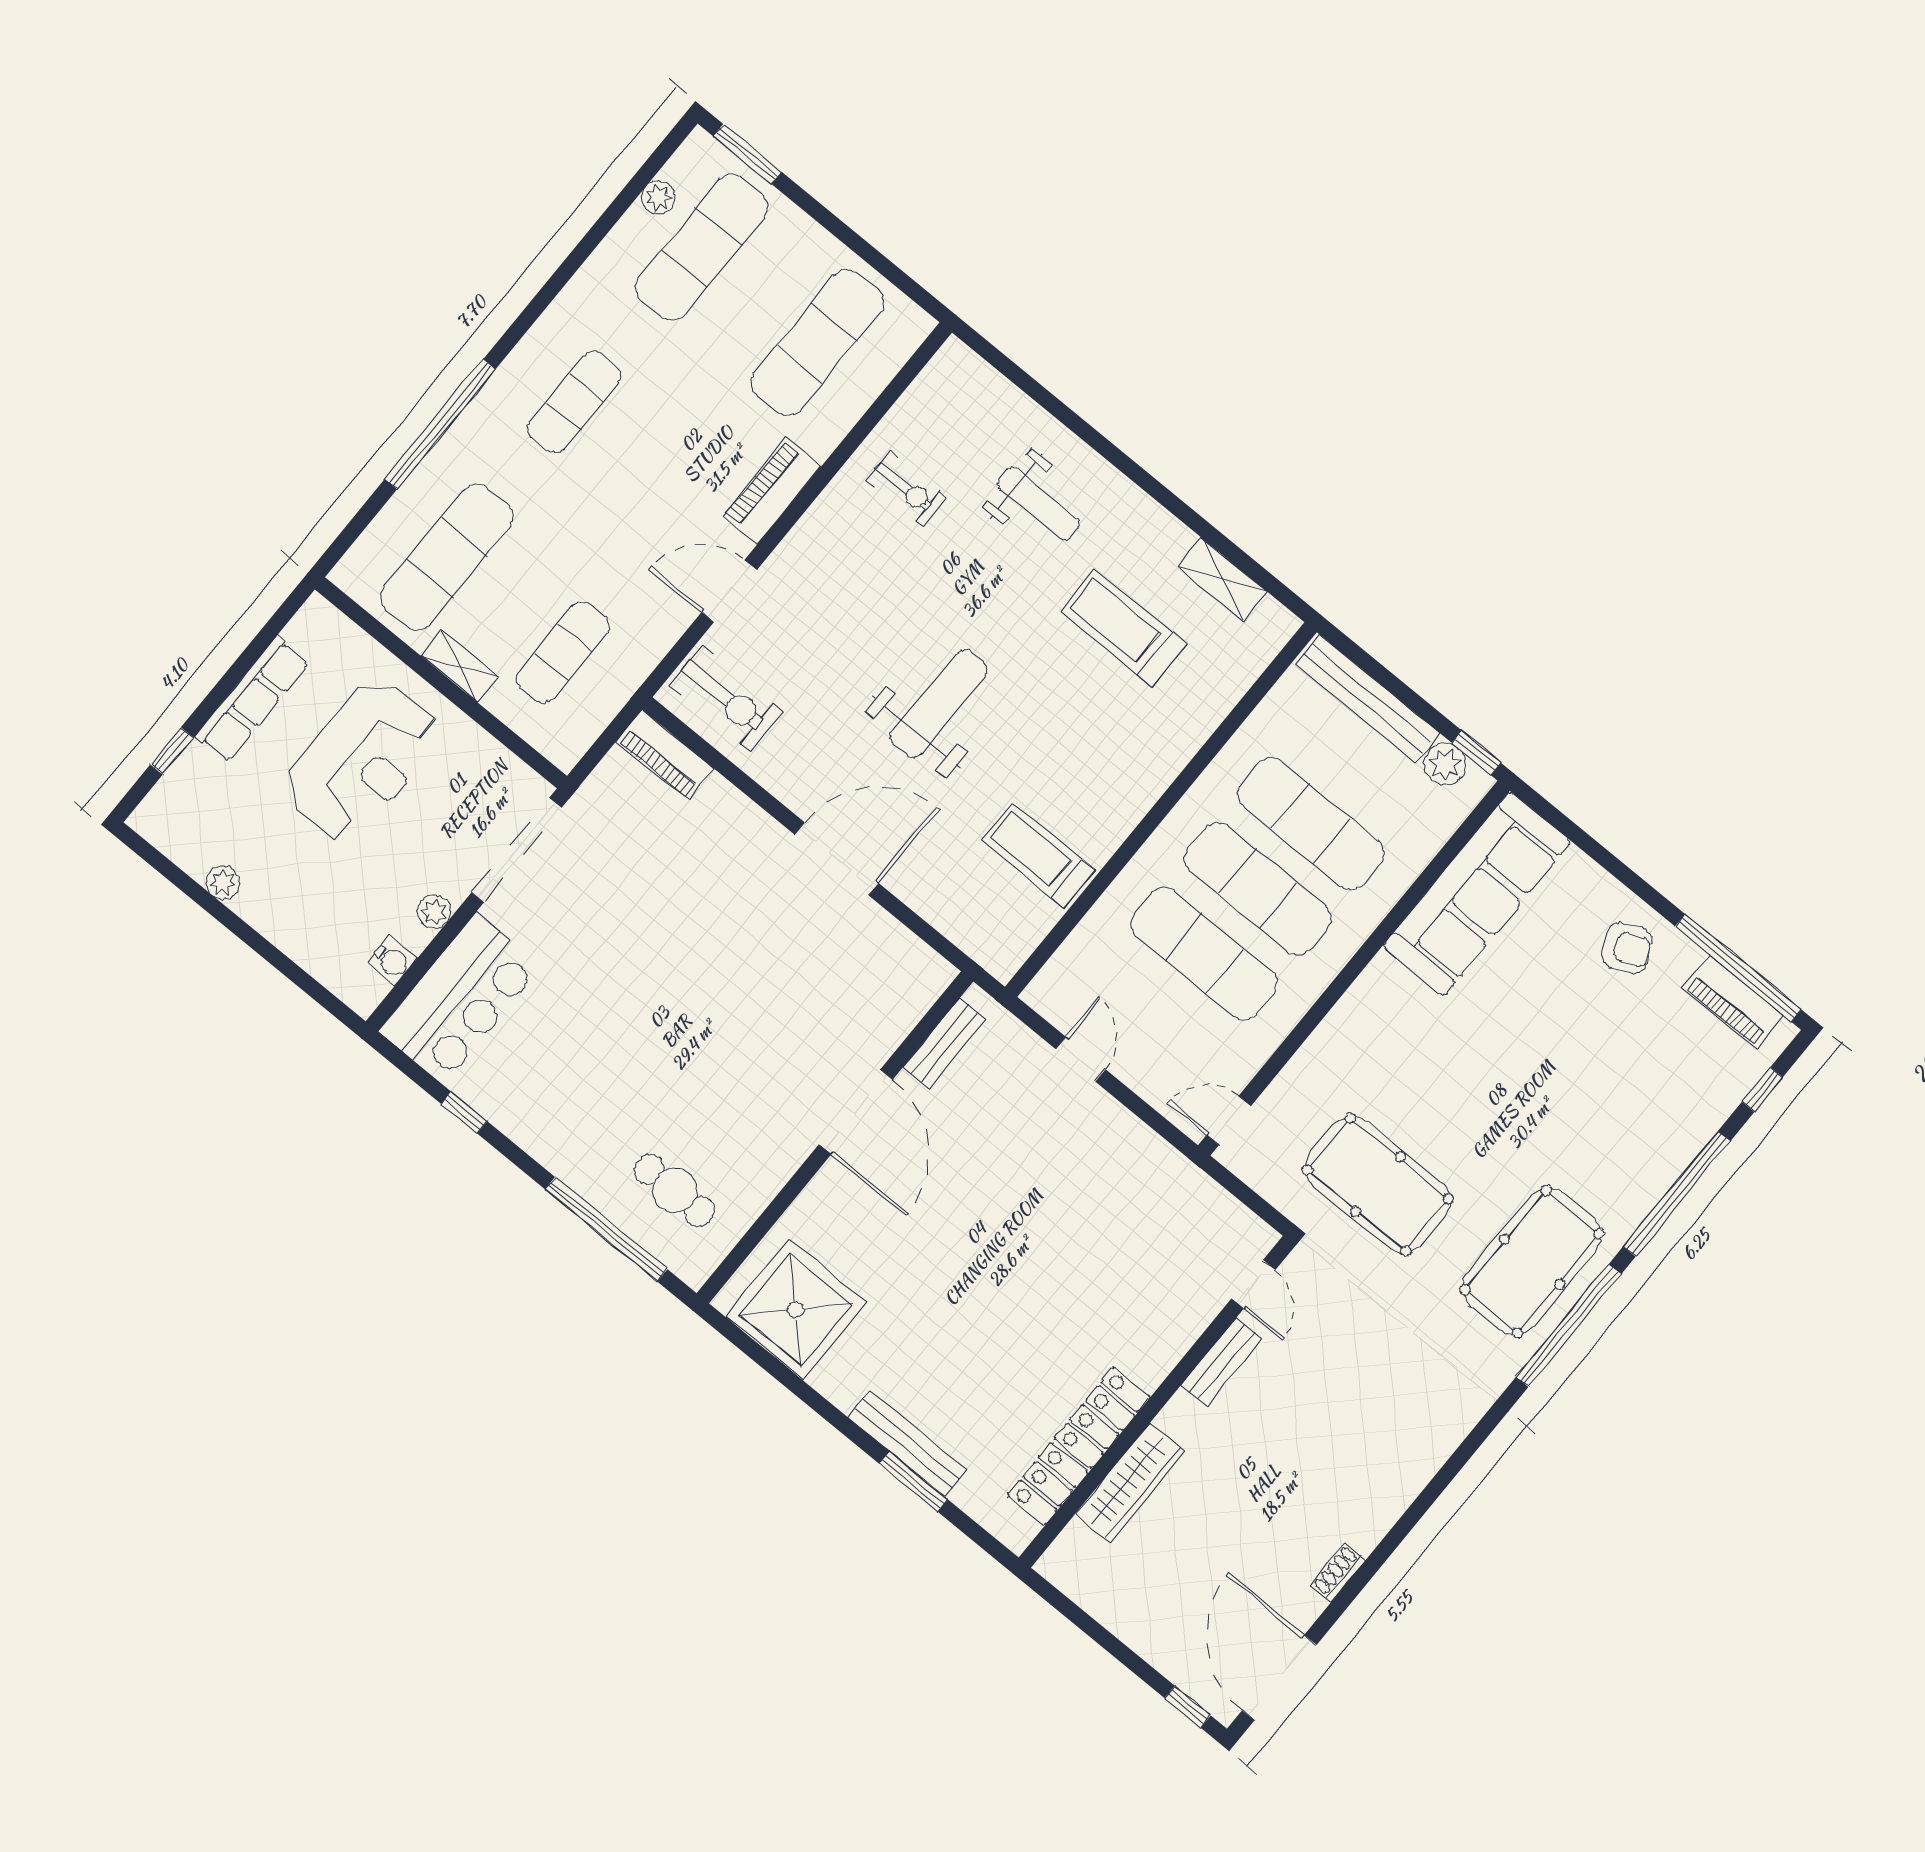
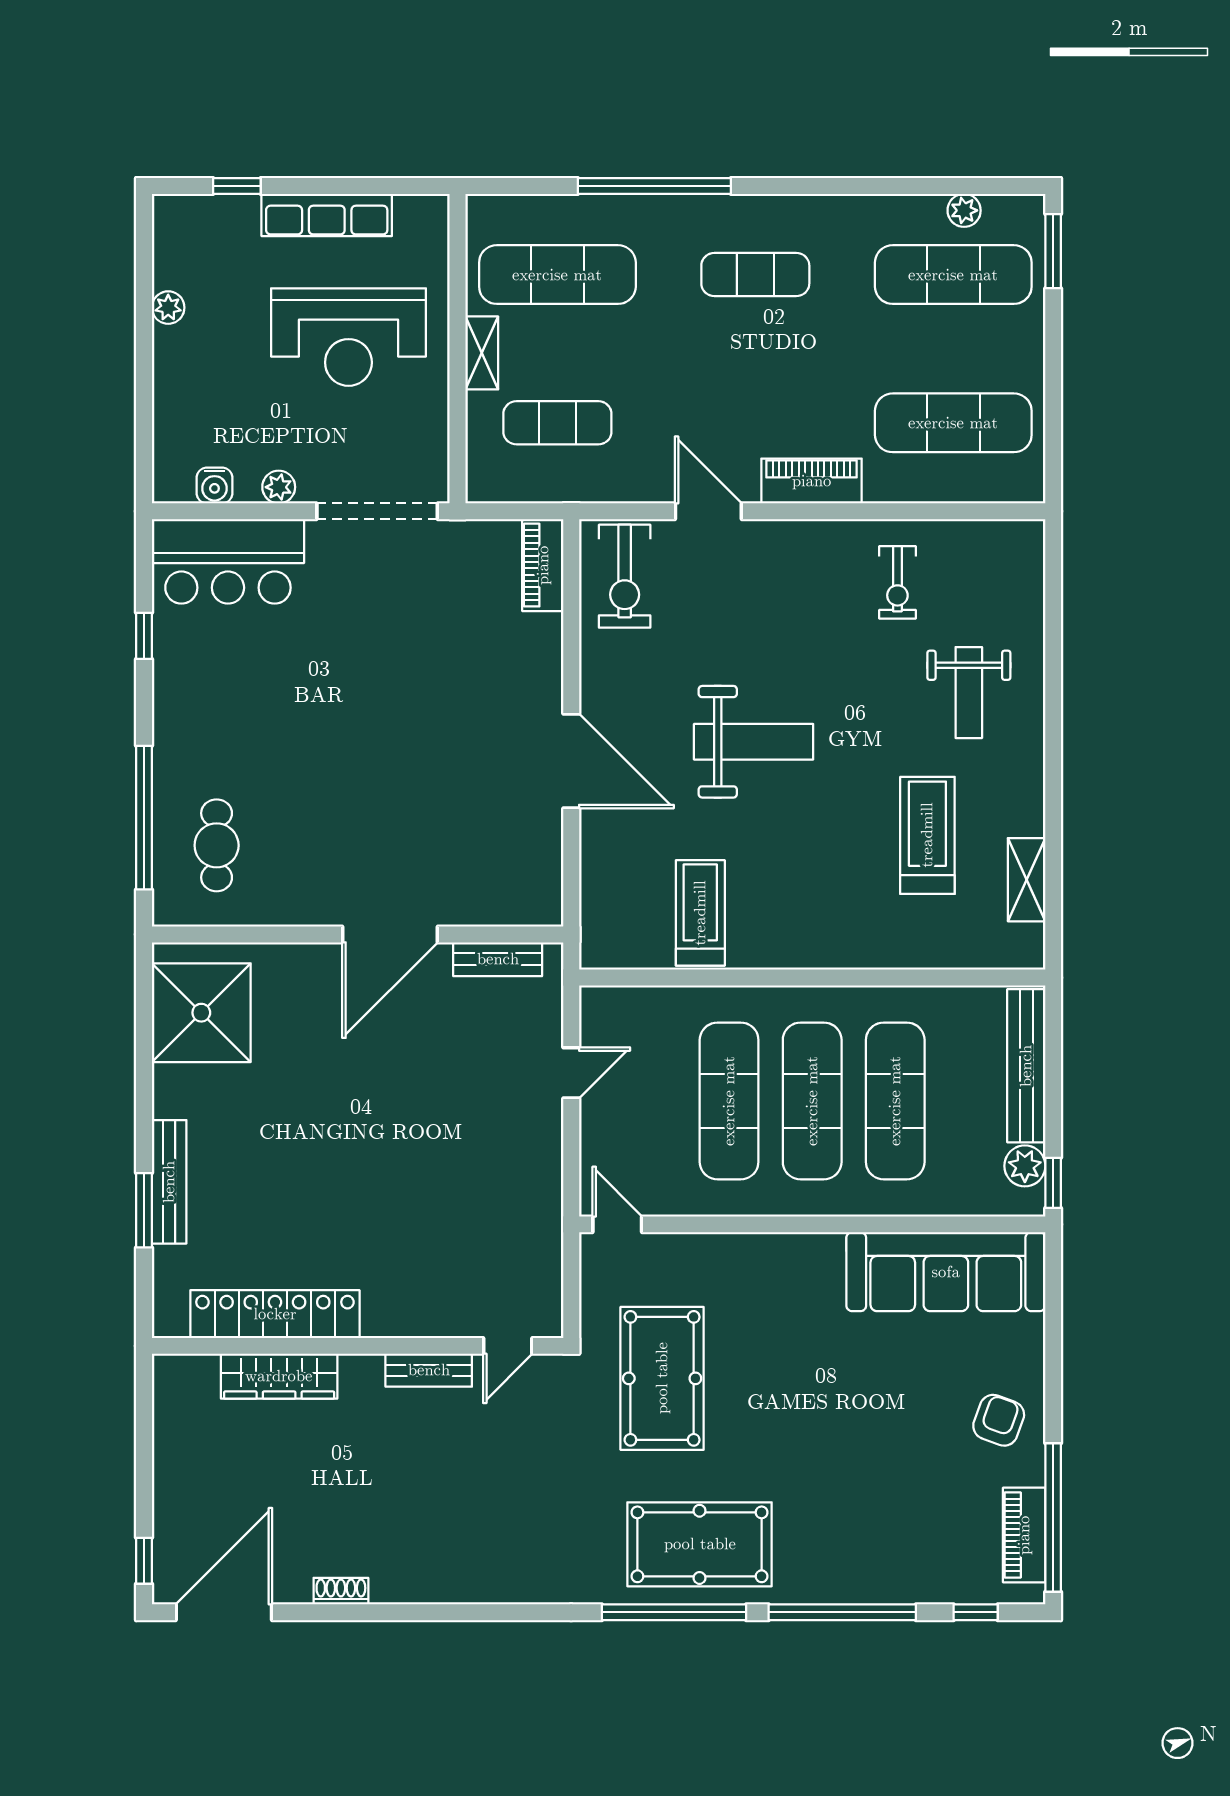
armchair: (1627, 948) -> (999, 1420), turned -136

